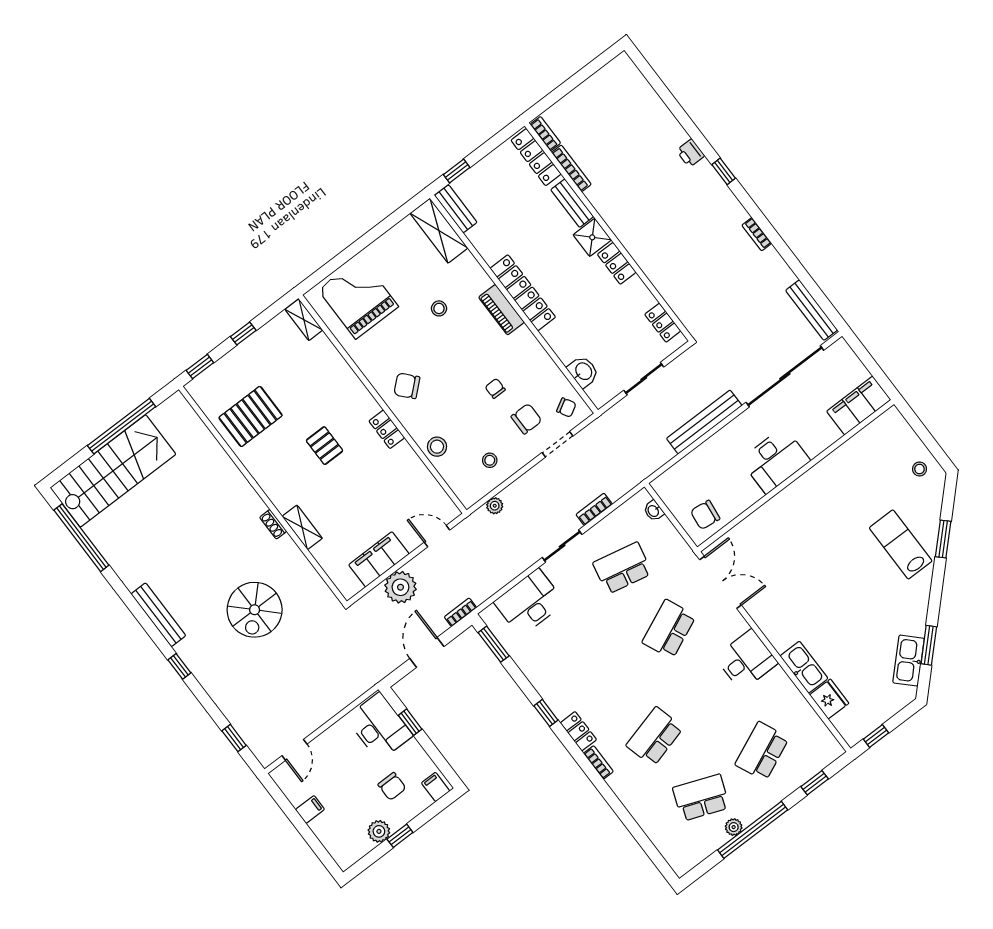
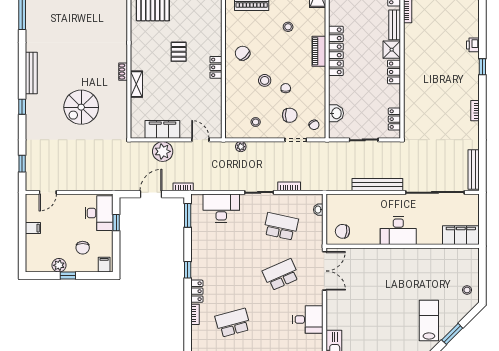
stool: (437, 447) -> (265, 80), moved

